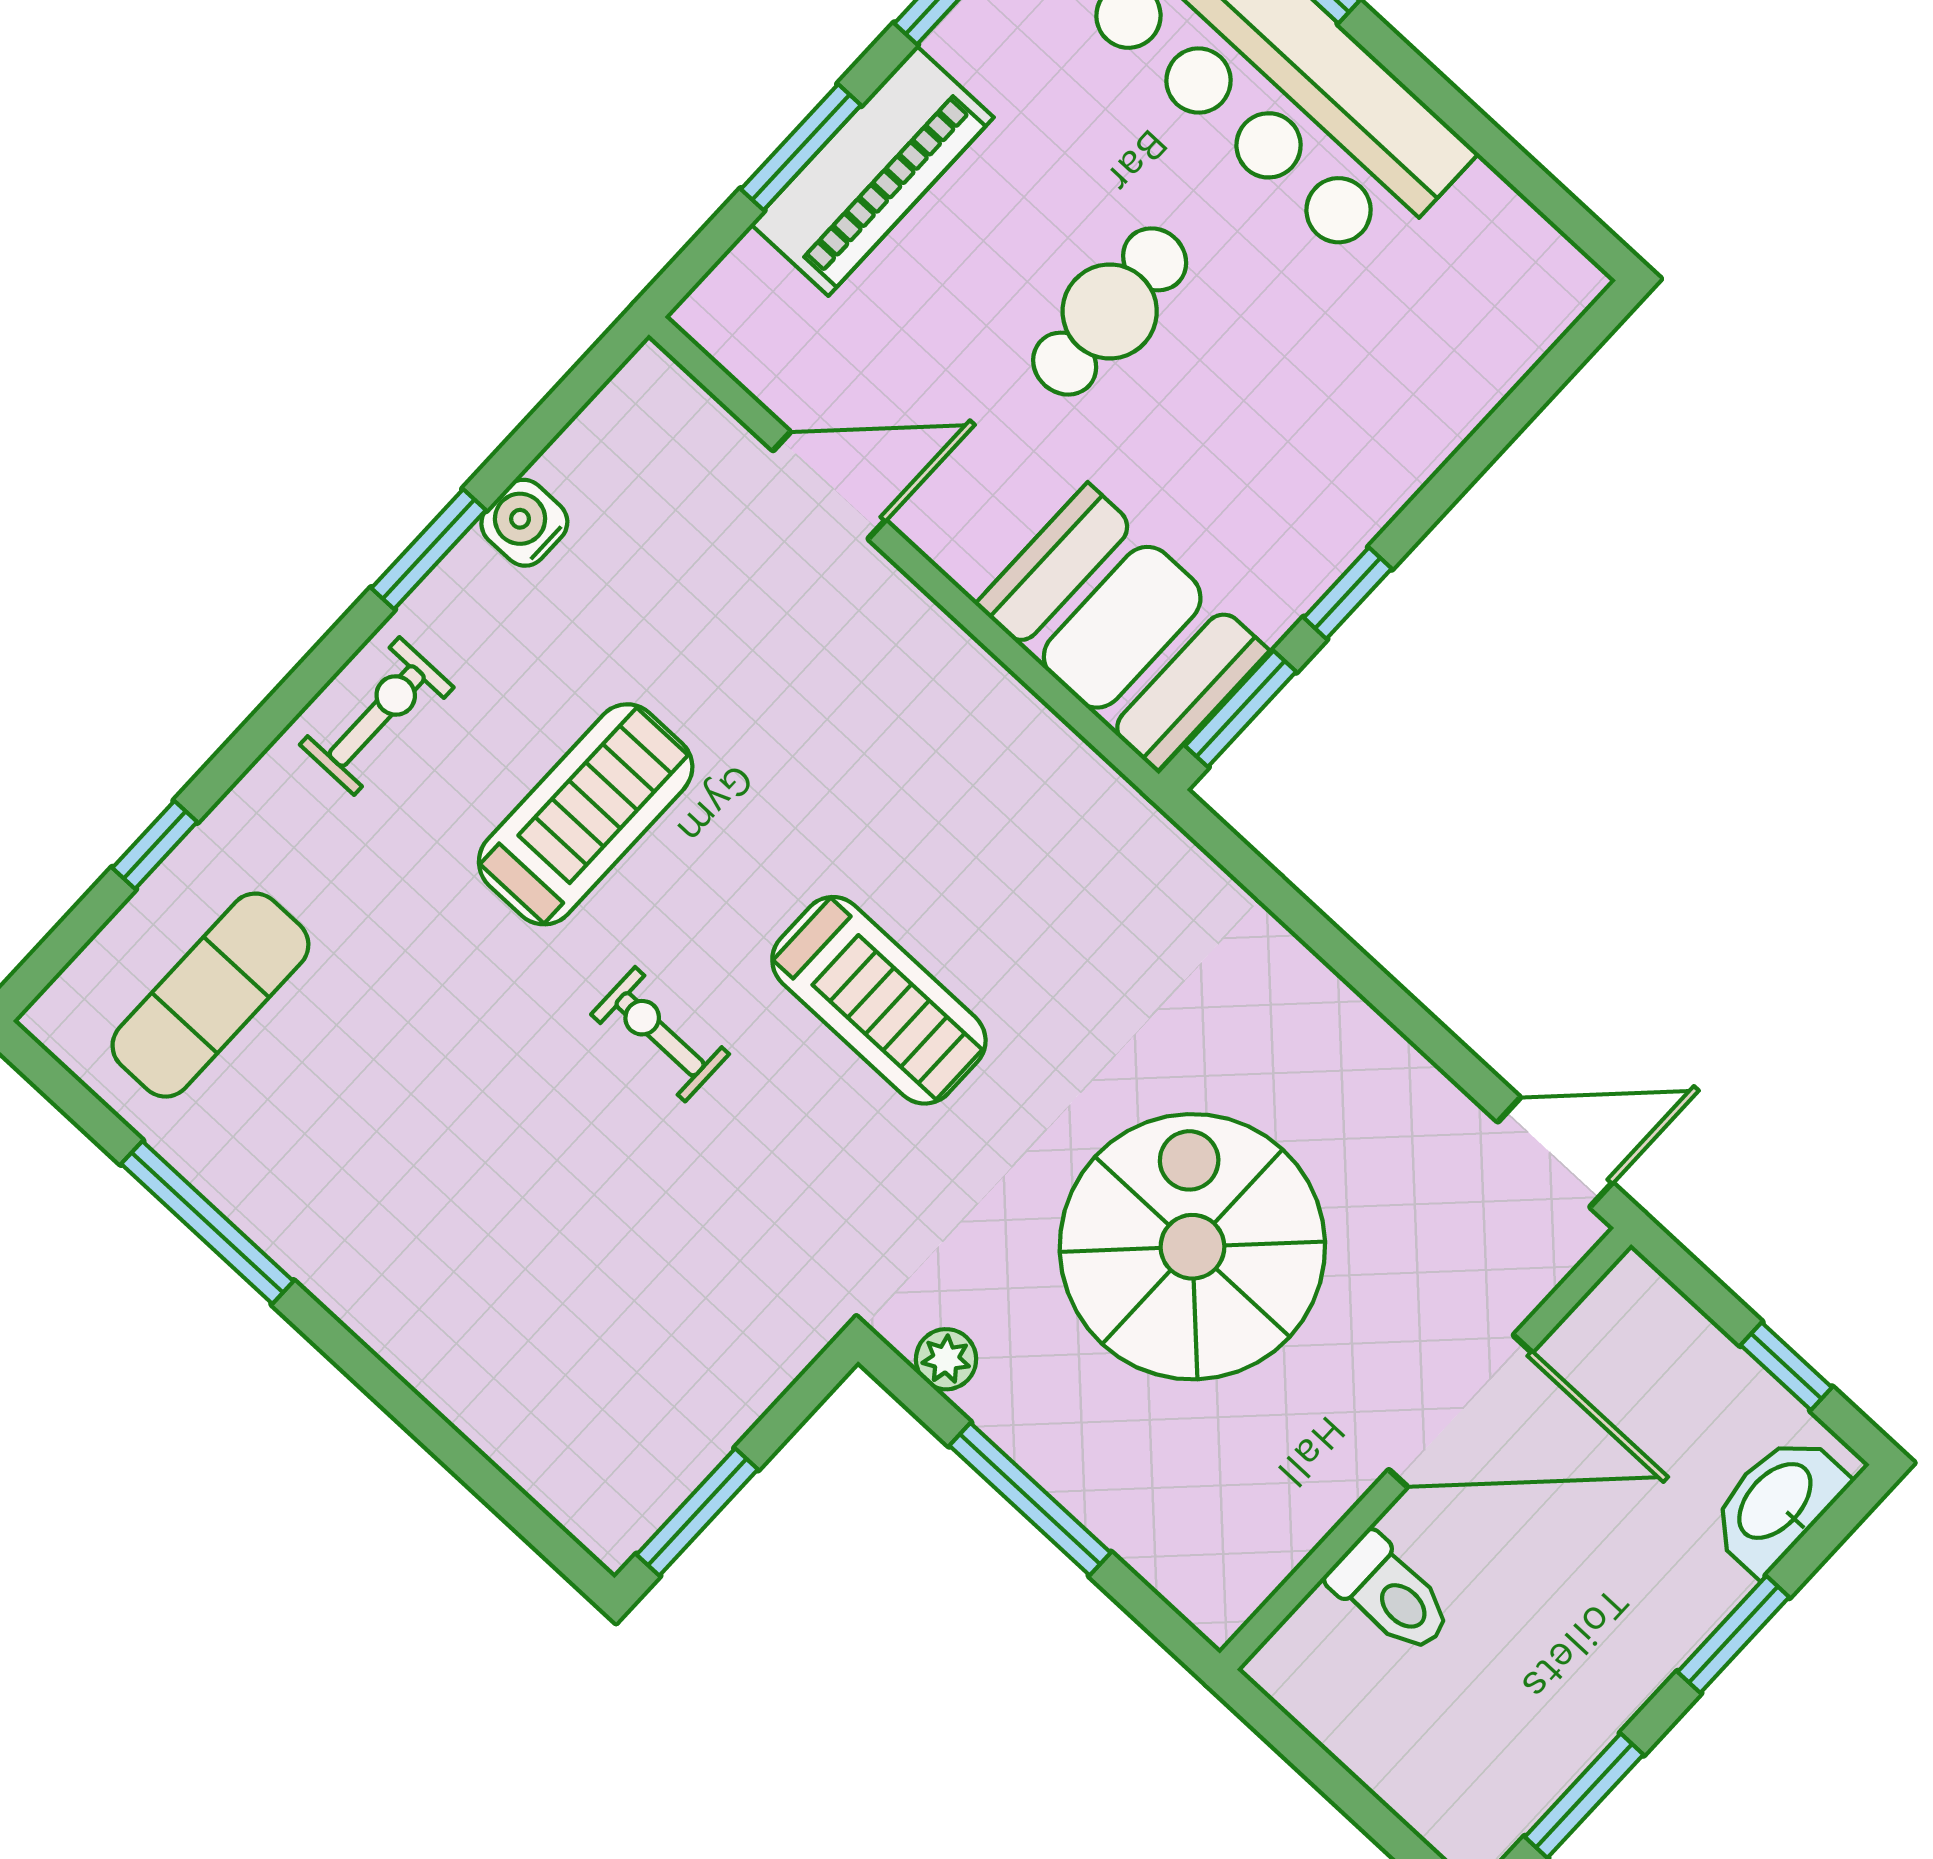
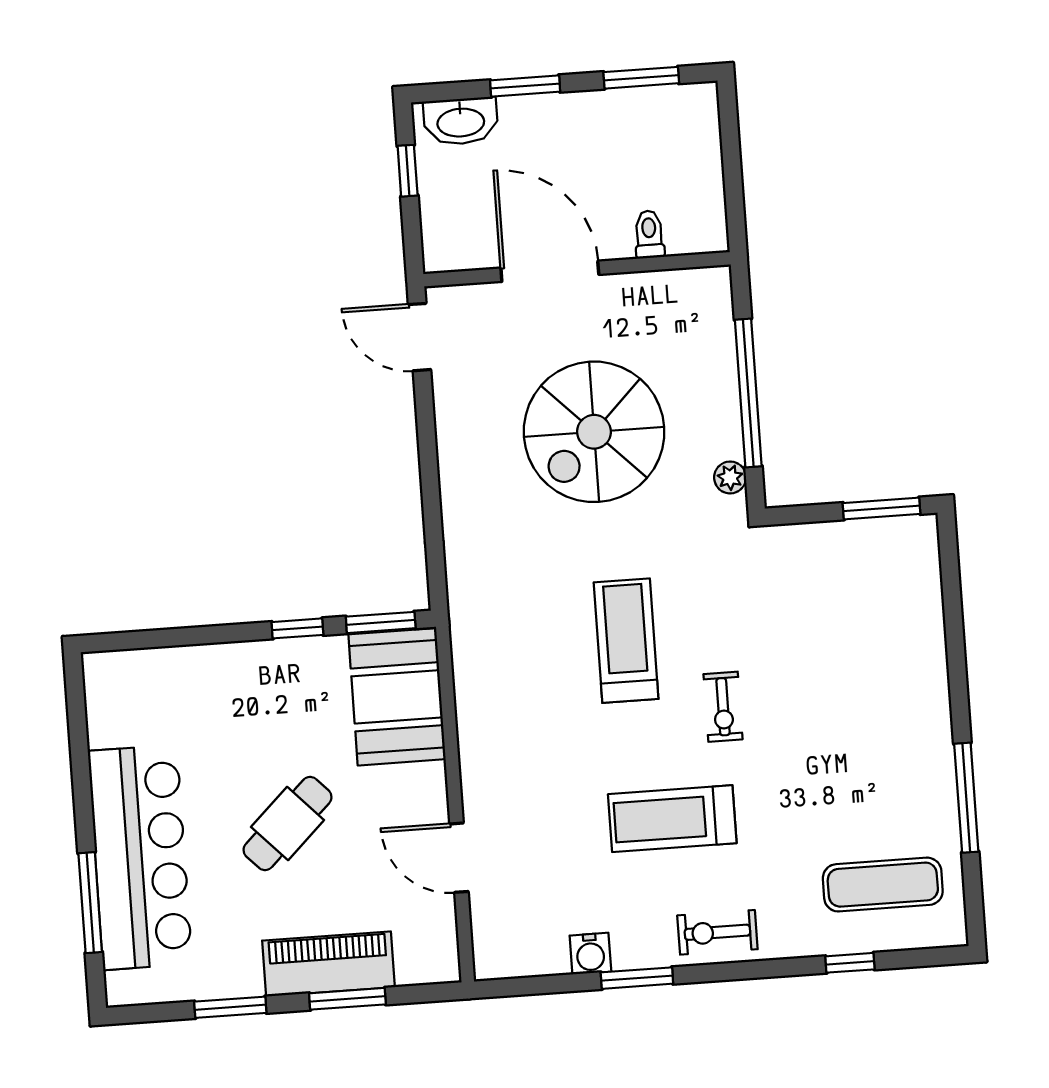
cafe table: (1110, 311) -> (288, 823), turned -42
window: (1030, 1499) -> (748, 393), width x1.46
toilet: (1391, 1594) -> (649, 234), width x0.73, depth x0.72

